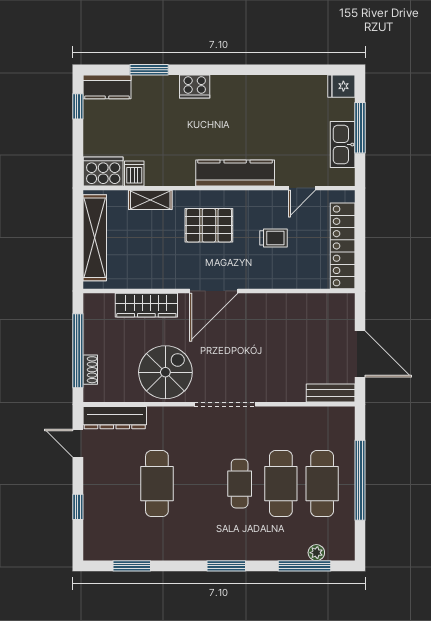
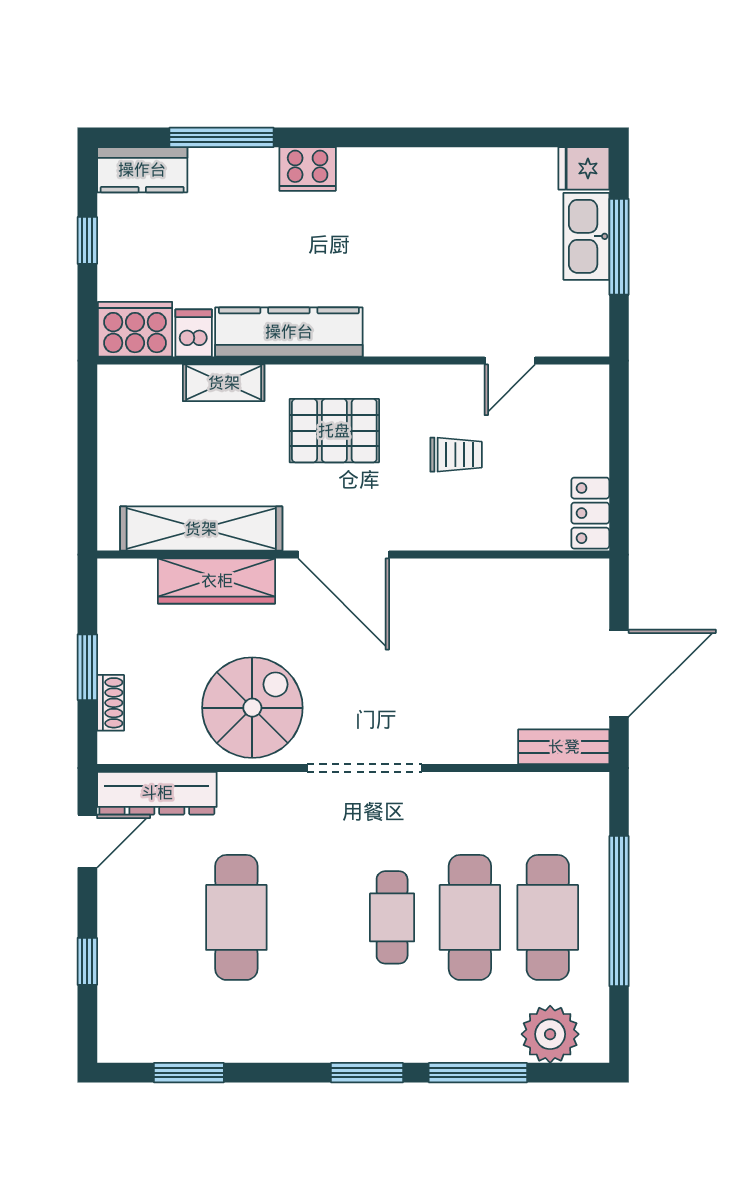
window: (149, 70) -> (222, 137), width x1.44
window: (78, 106) -> (87, 240), moved
kitchen sink: (343, 145) -> (586, 236), moved
kitchen counter: (235, 173) -> (289, 332), moved
shelving: (95, 238) -> (201, 529), moved, turned 90
locker: (343, 246) -> (590, 513), width x0.46, depth x0.83
door: (214, 291) -> (344, 555), hinge flipped
window: (78, 351) -> (87, 667), width x0.47
door: (360, 354) -> (619, 673), hinge flipped
door: (78, 443) -> (87, 841), swing flipped
plant: (316, 553) -> (550, 1034), width x1.87, depth x1.87
window: (304, 566) -> (478, 1073), moved

